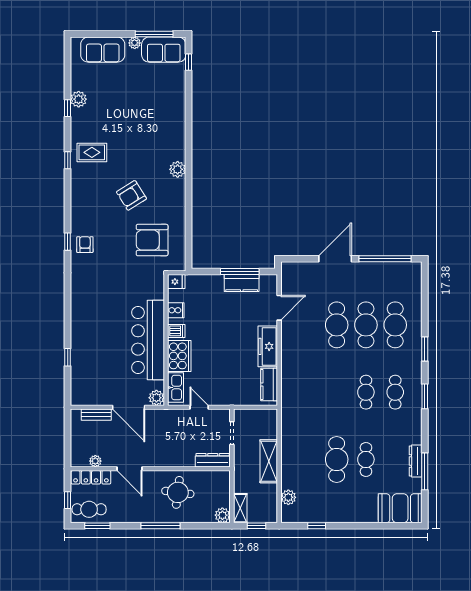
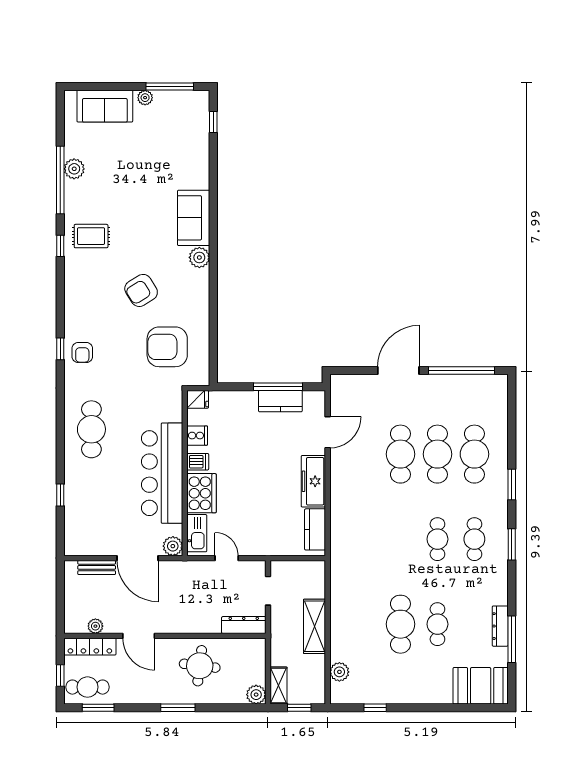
sofa: (164, 50) -> (194, 218), moved, turned 90
window: (68, 108) -> (60, 180), width x3.17
armchair: (85, 245) -> (82, 353), turned 180
cafe table: (92, 305) -> (91, 429), added
window: (161, 526) -> (178, 708), width x0.69

